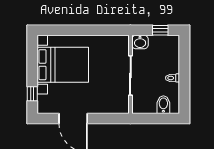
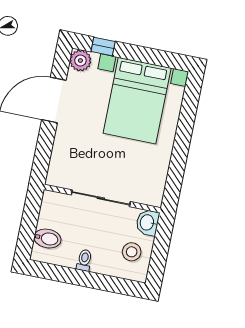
window: (160, 30) -> (159, 256), removed
stool: (161, 49) -> (132, 252), added
plant: (44, 106) -> (80, 61), added

